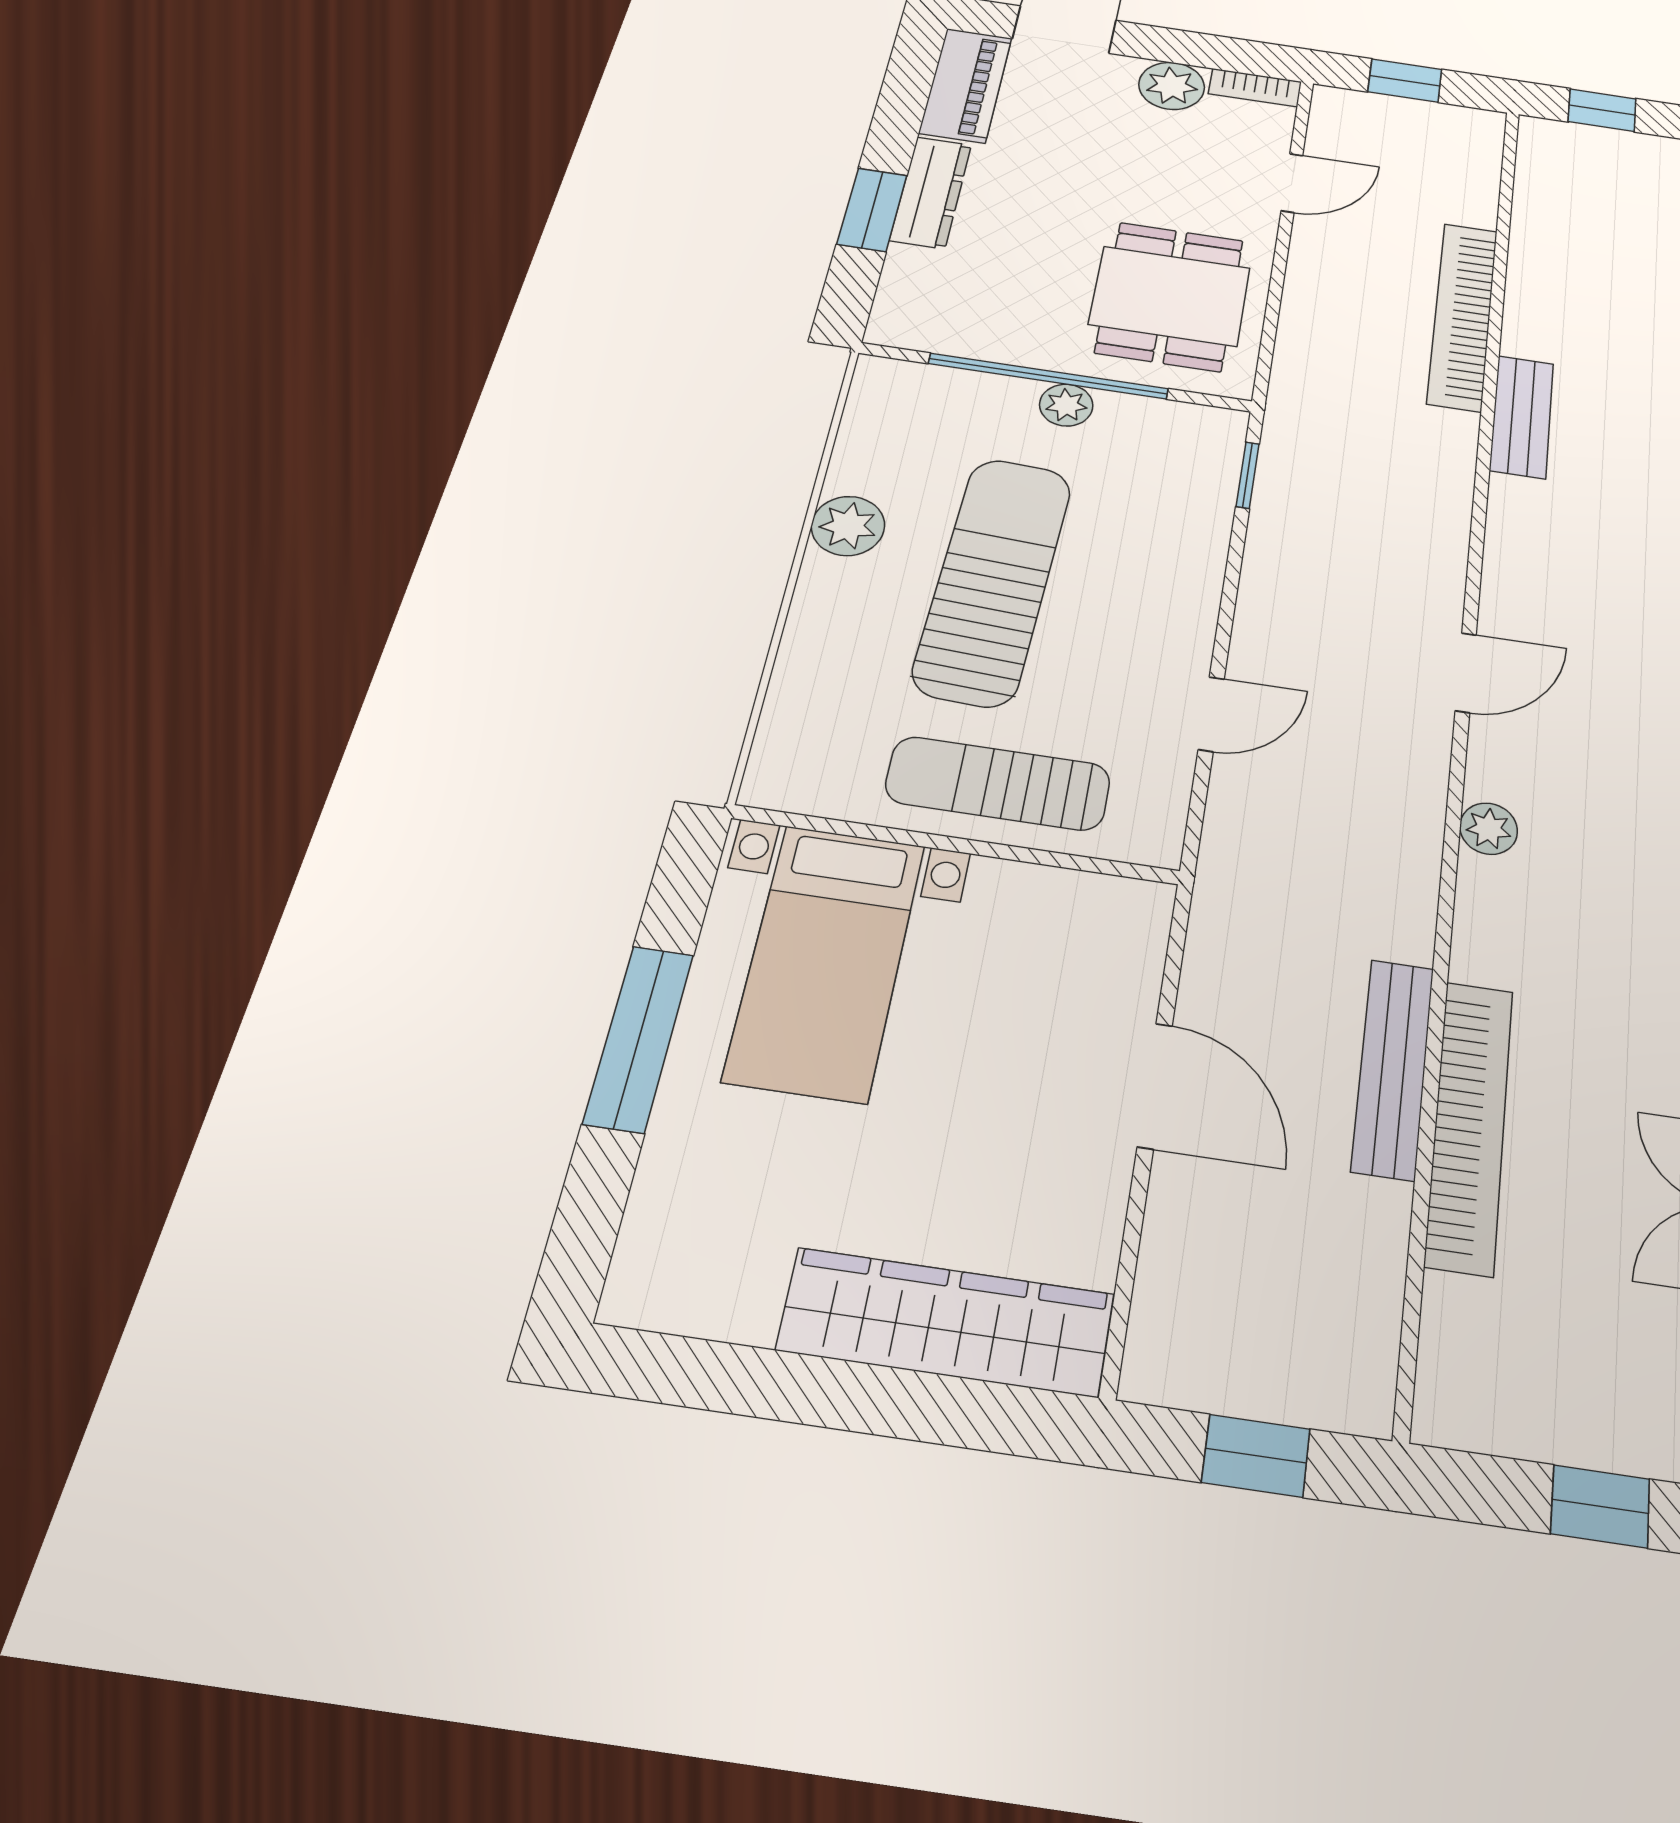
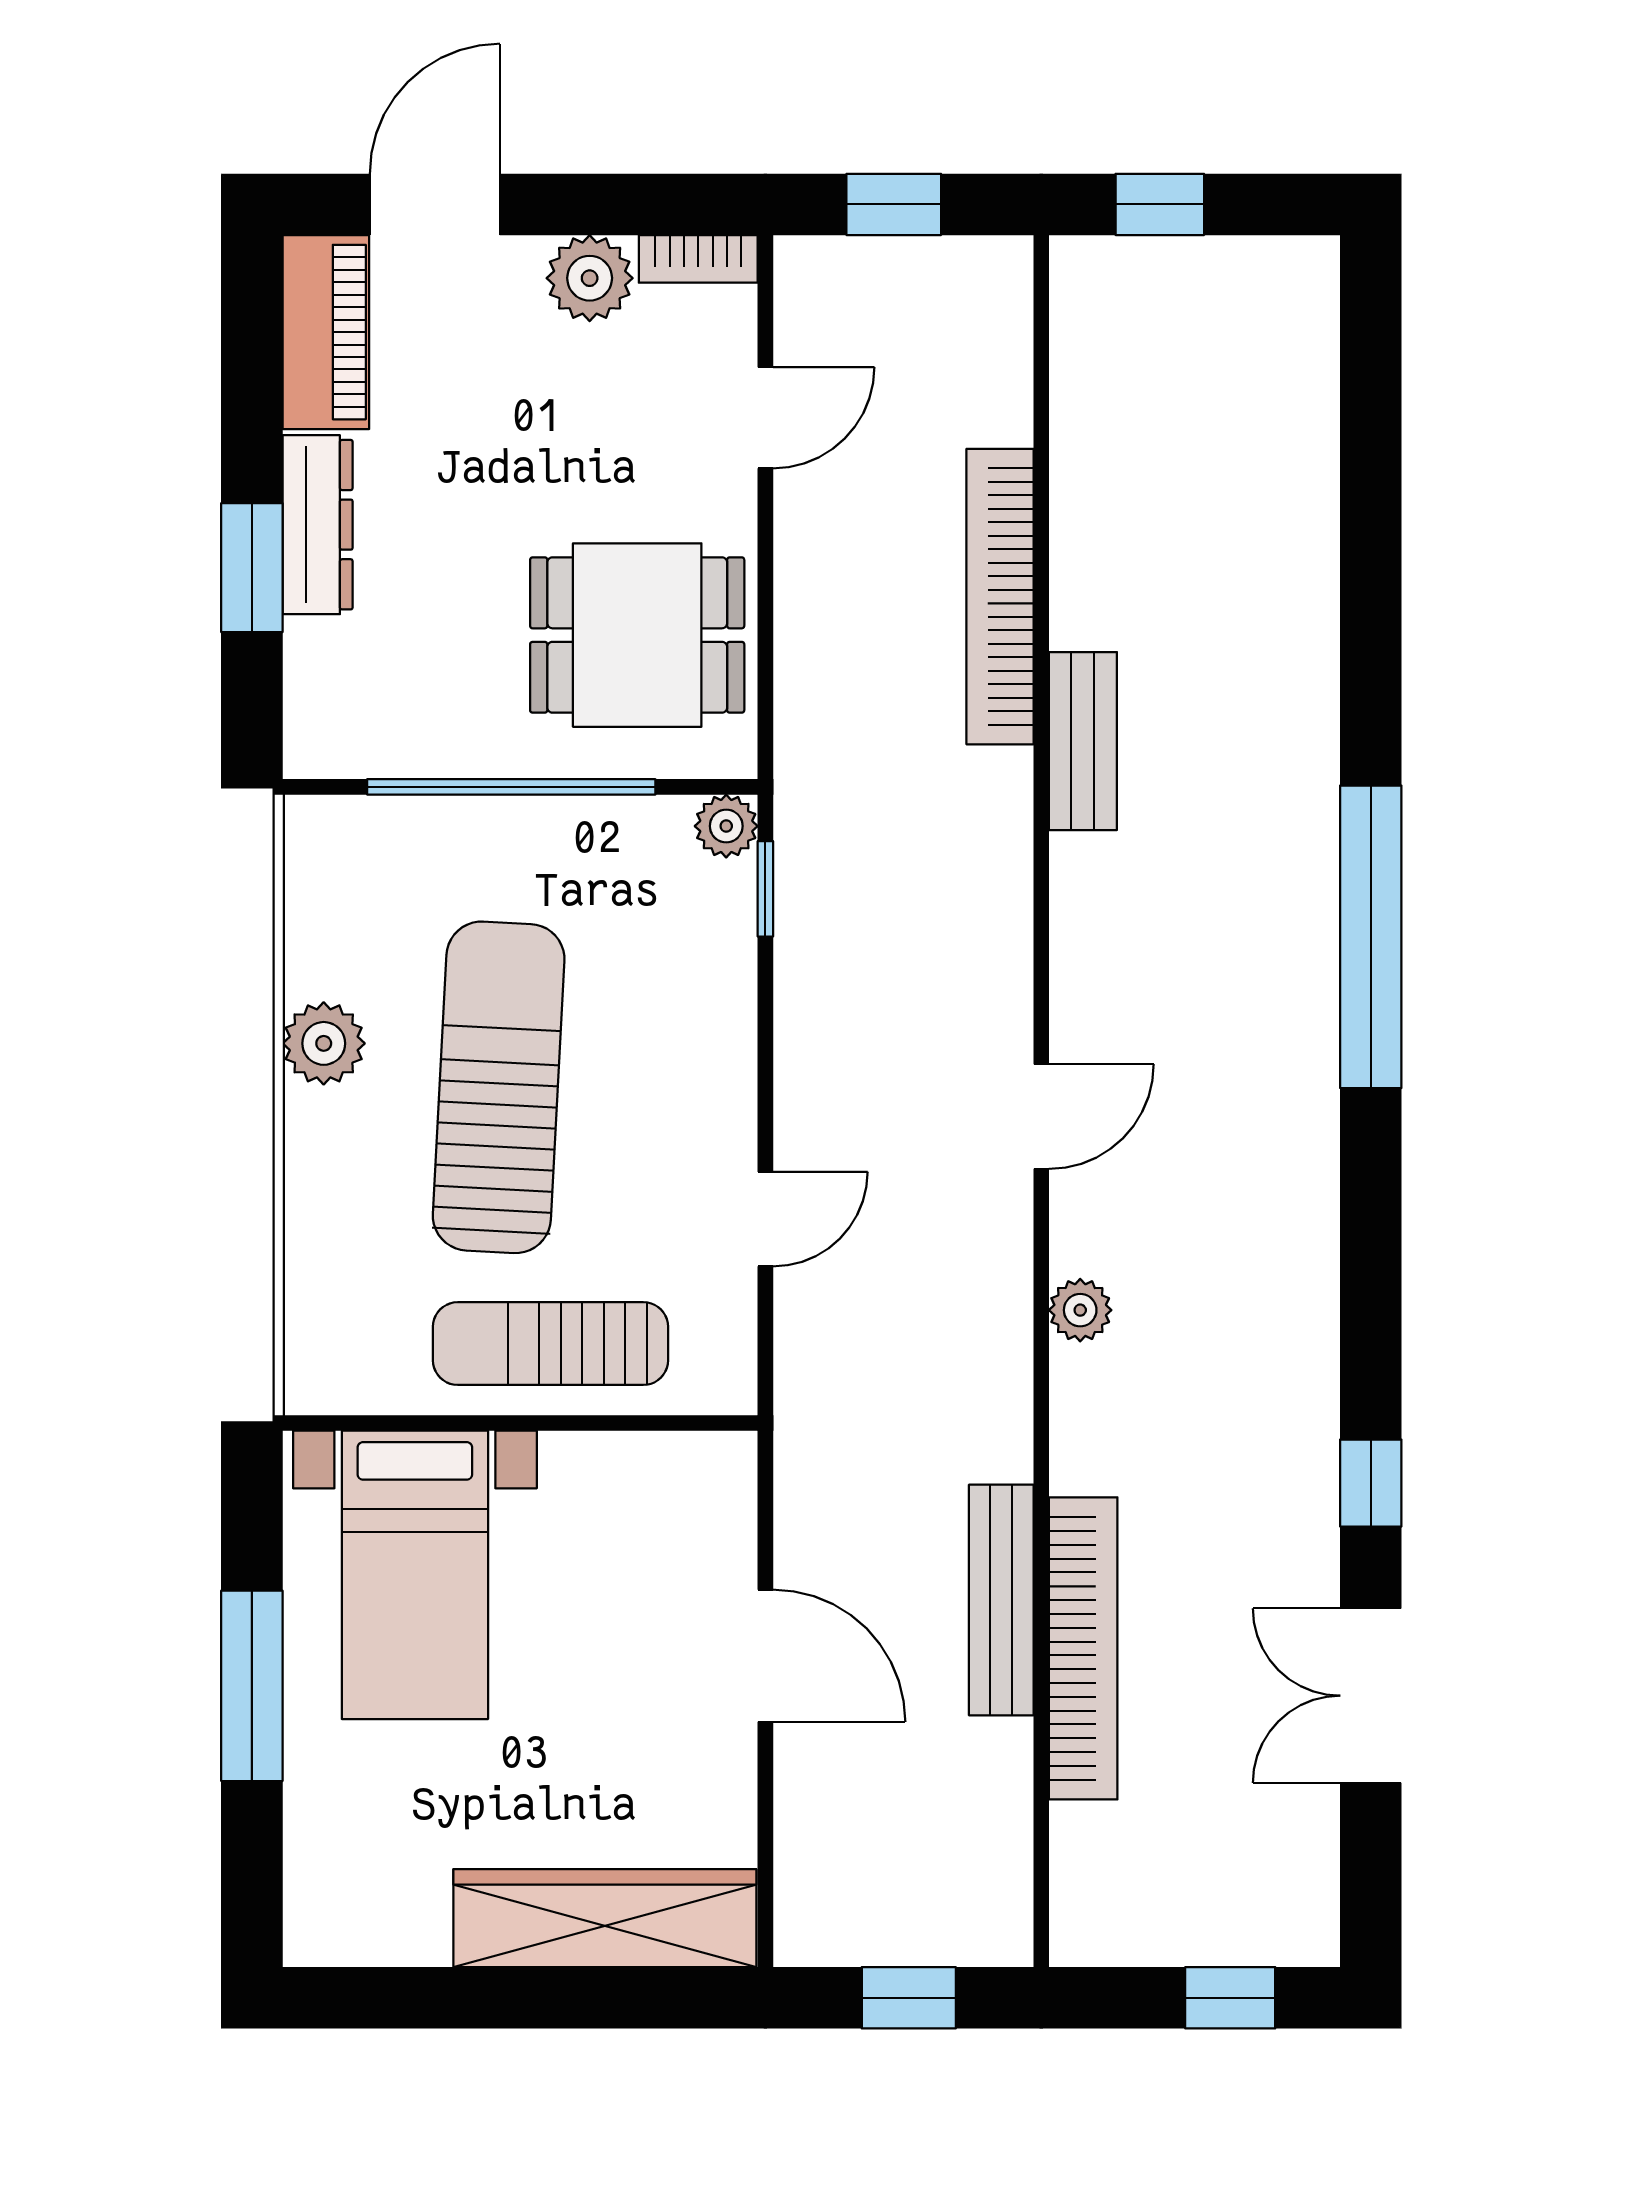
dining table: (1170, 296) -> (637, 635), turned 90
plant: (1066, 405) -> (726, 826), moved

